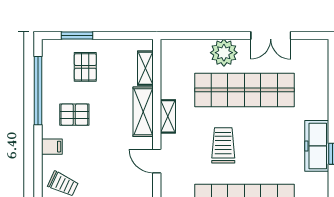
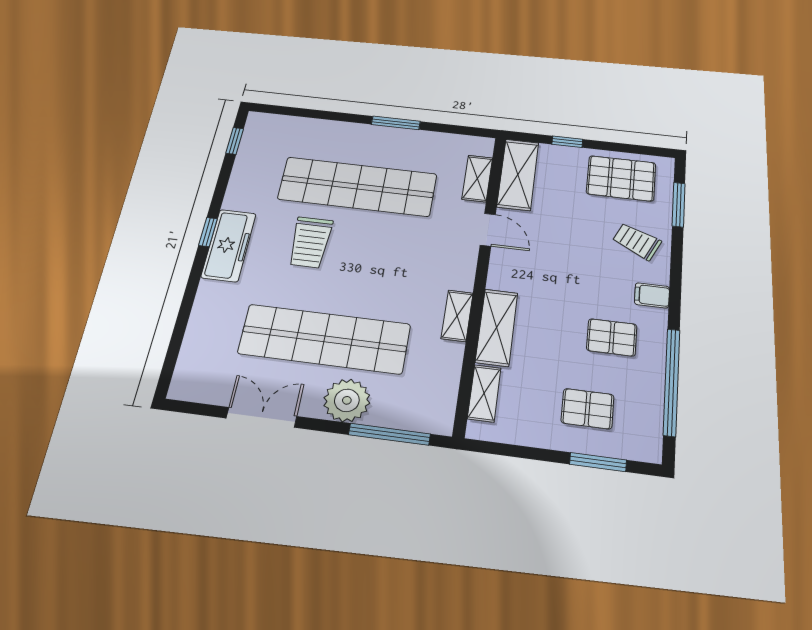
window: (196, 36) -> (389, 434), added
pallet: (85, 67) -> (587, 409), turned 90
trolley: (223, 145) -> (310, 242), moved
door: (157, 161) -> (488, 230), moved

